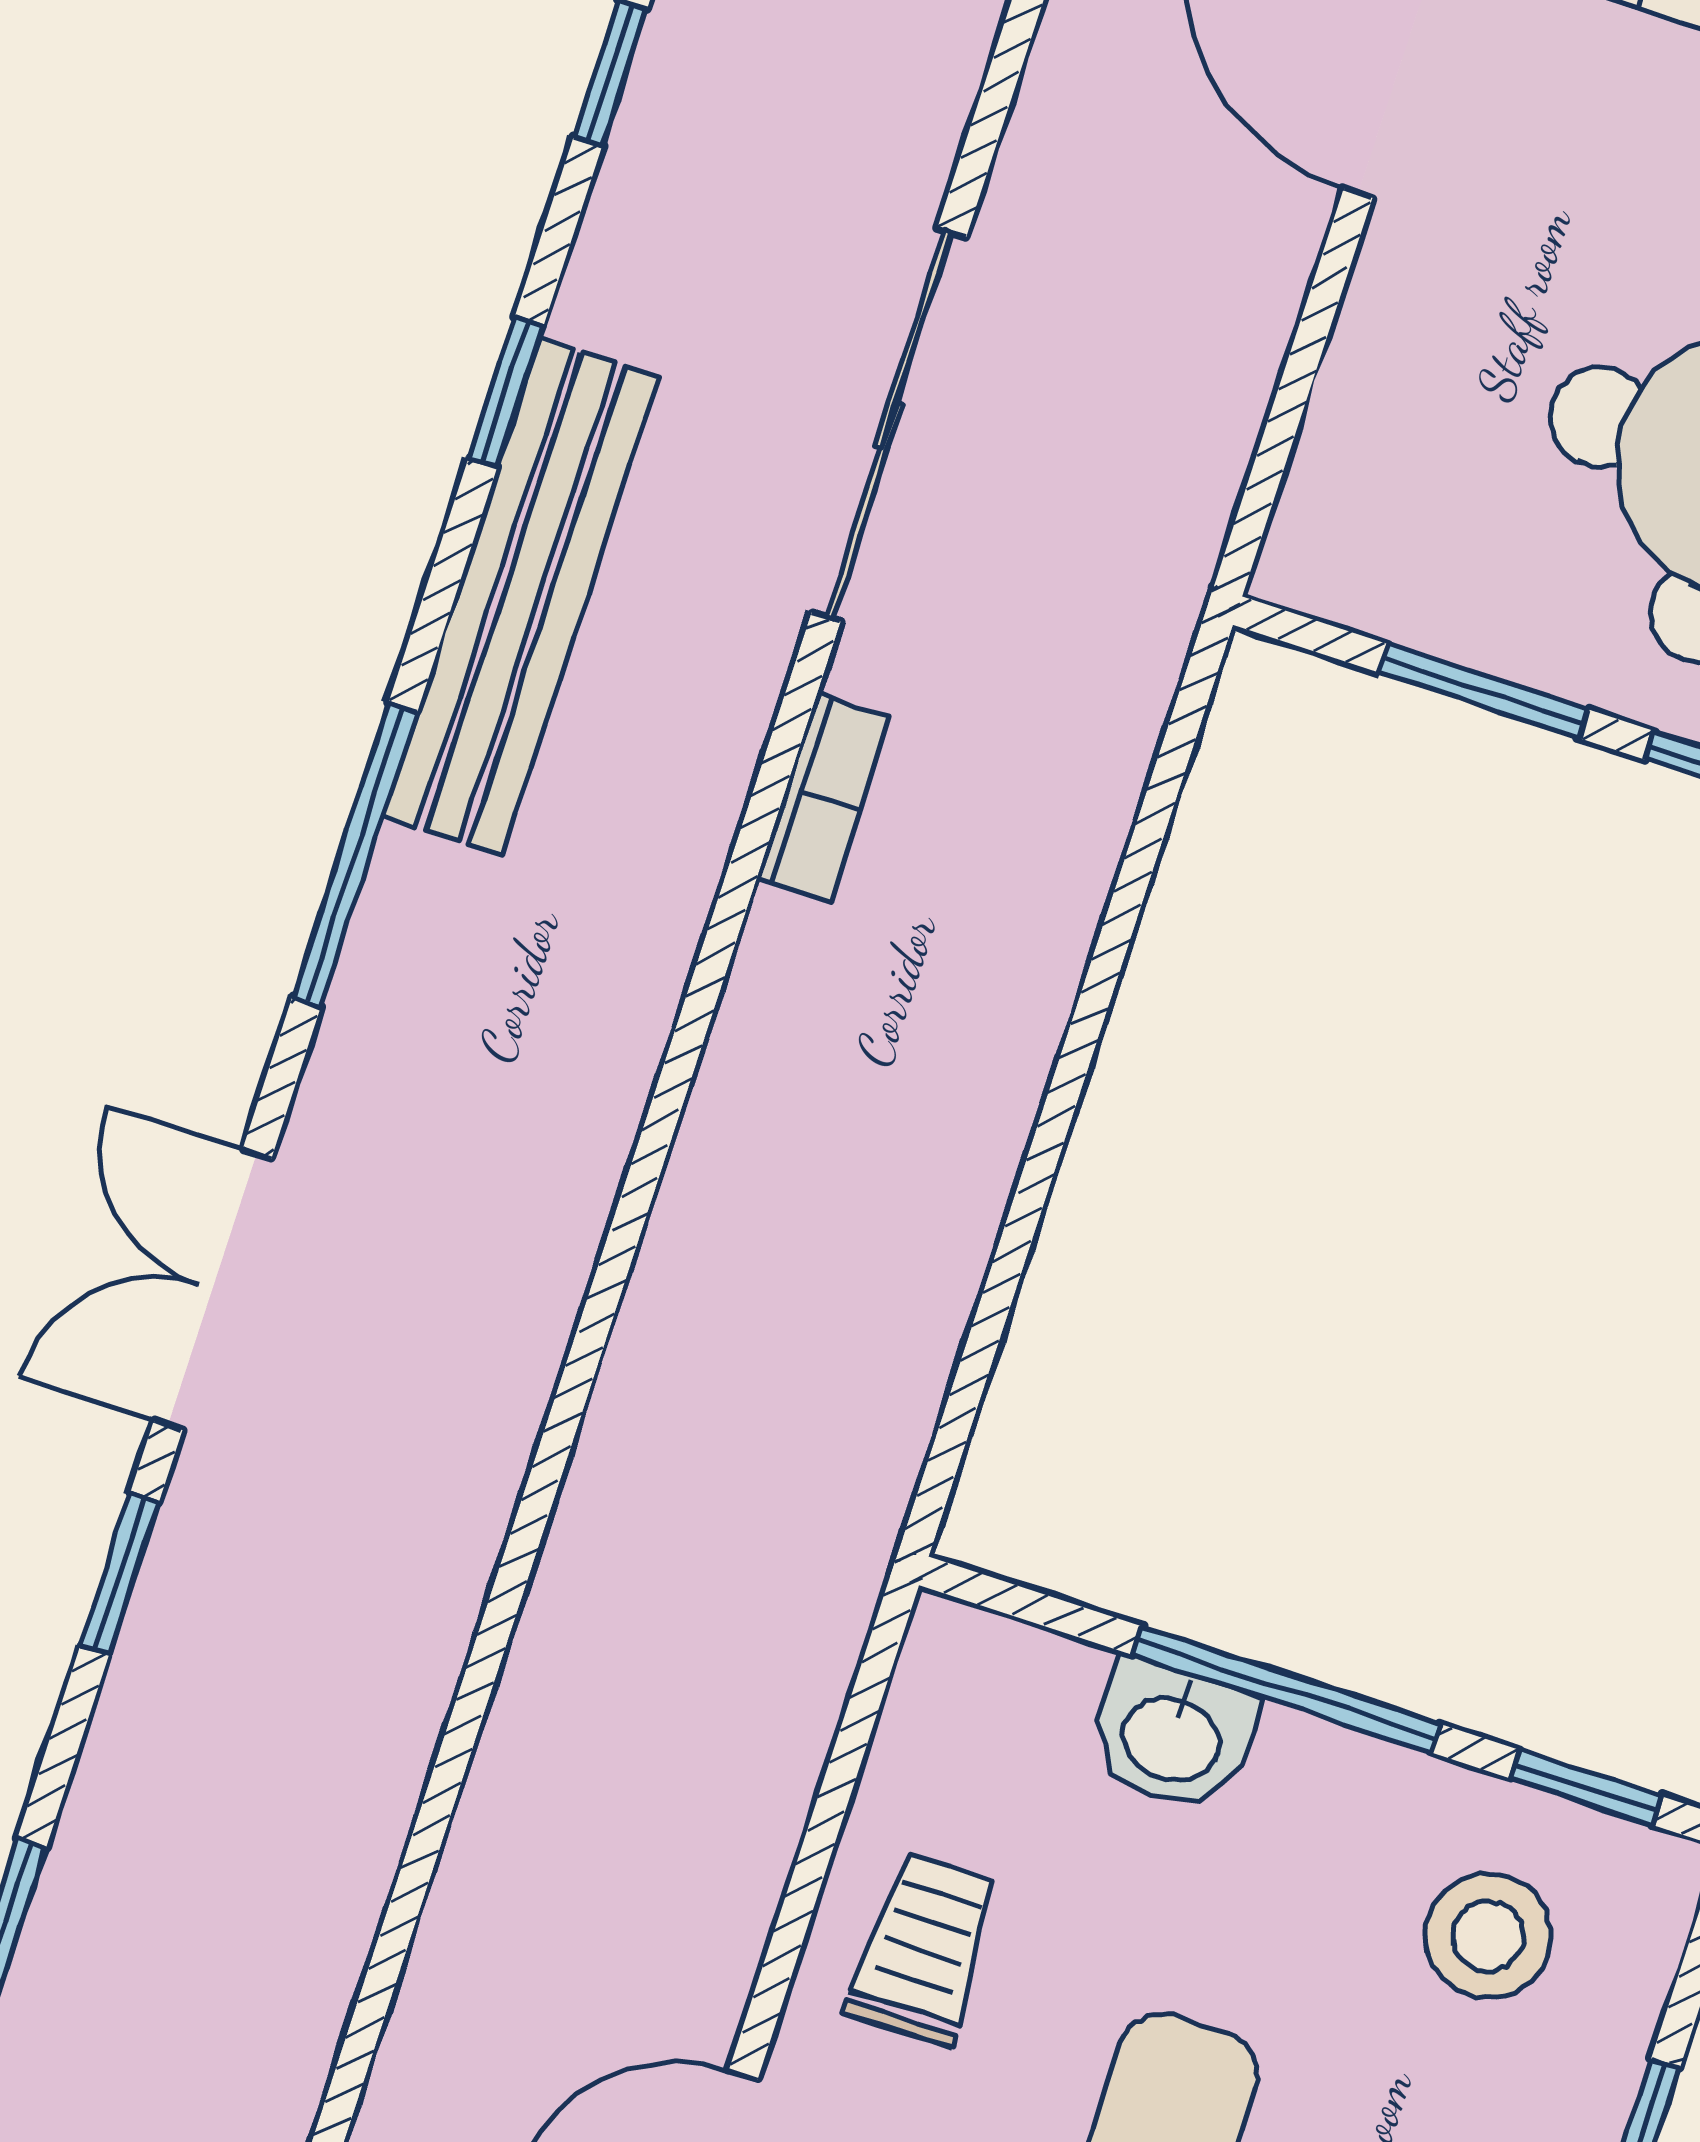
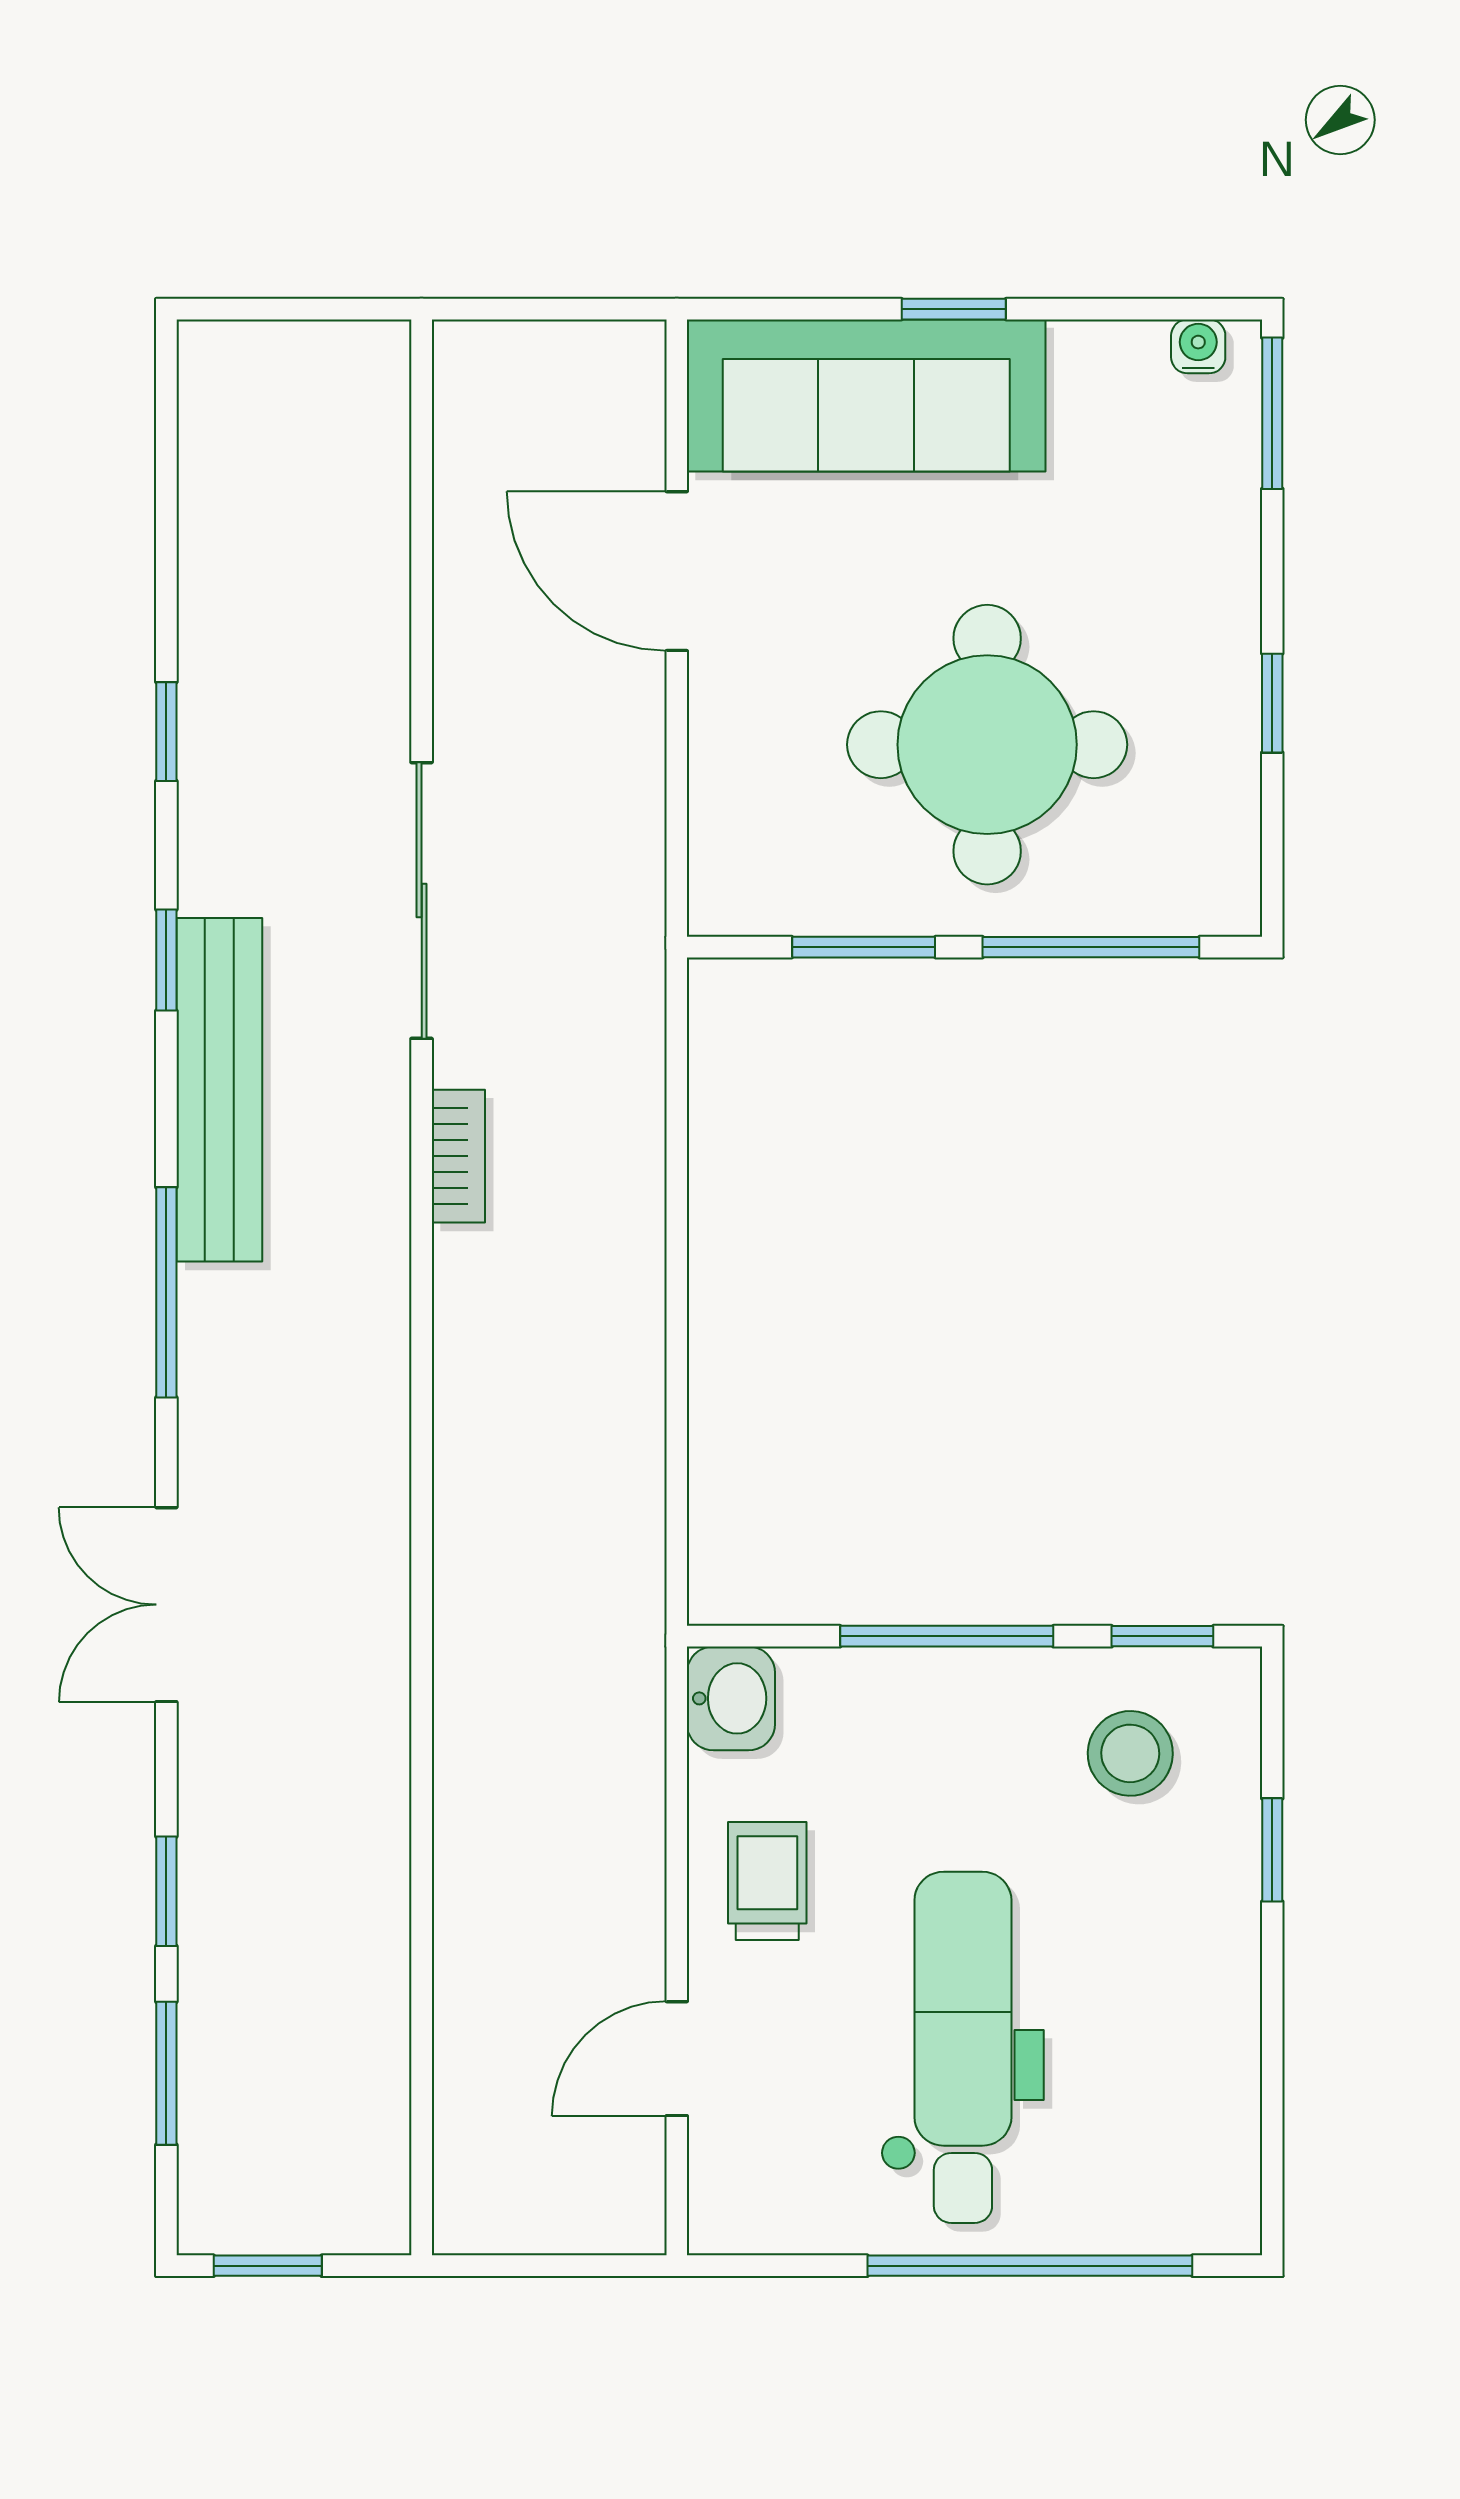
window: (120, 1574) -> (166, 1891), moved
washbasin: (1172, 1736) -> (731, 1698), moved, turned -90

